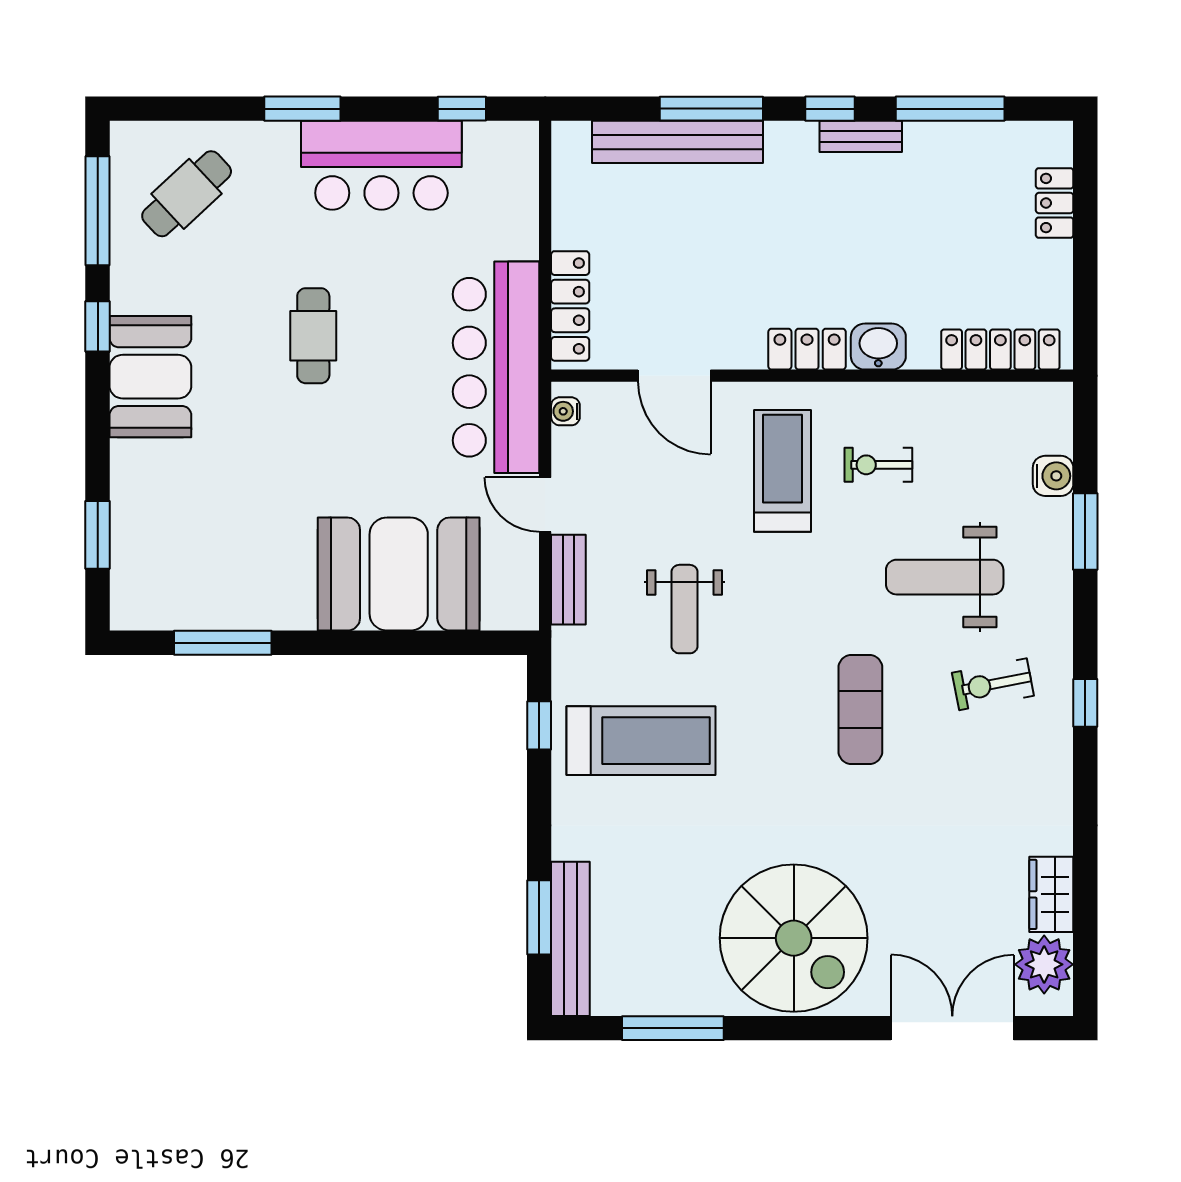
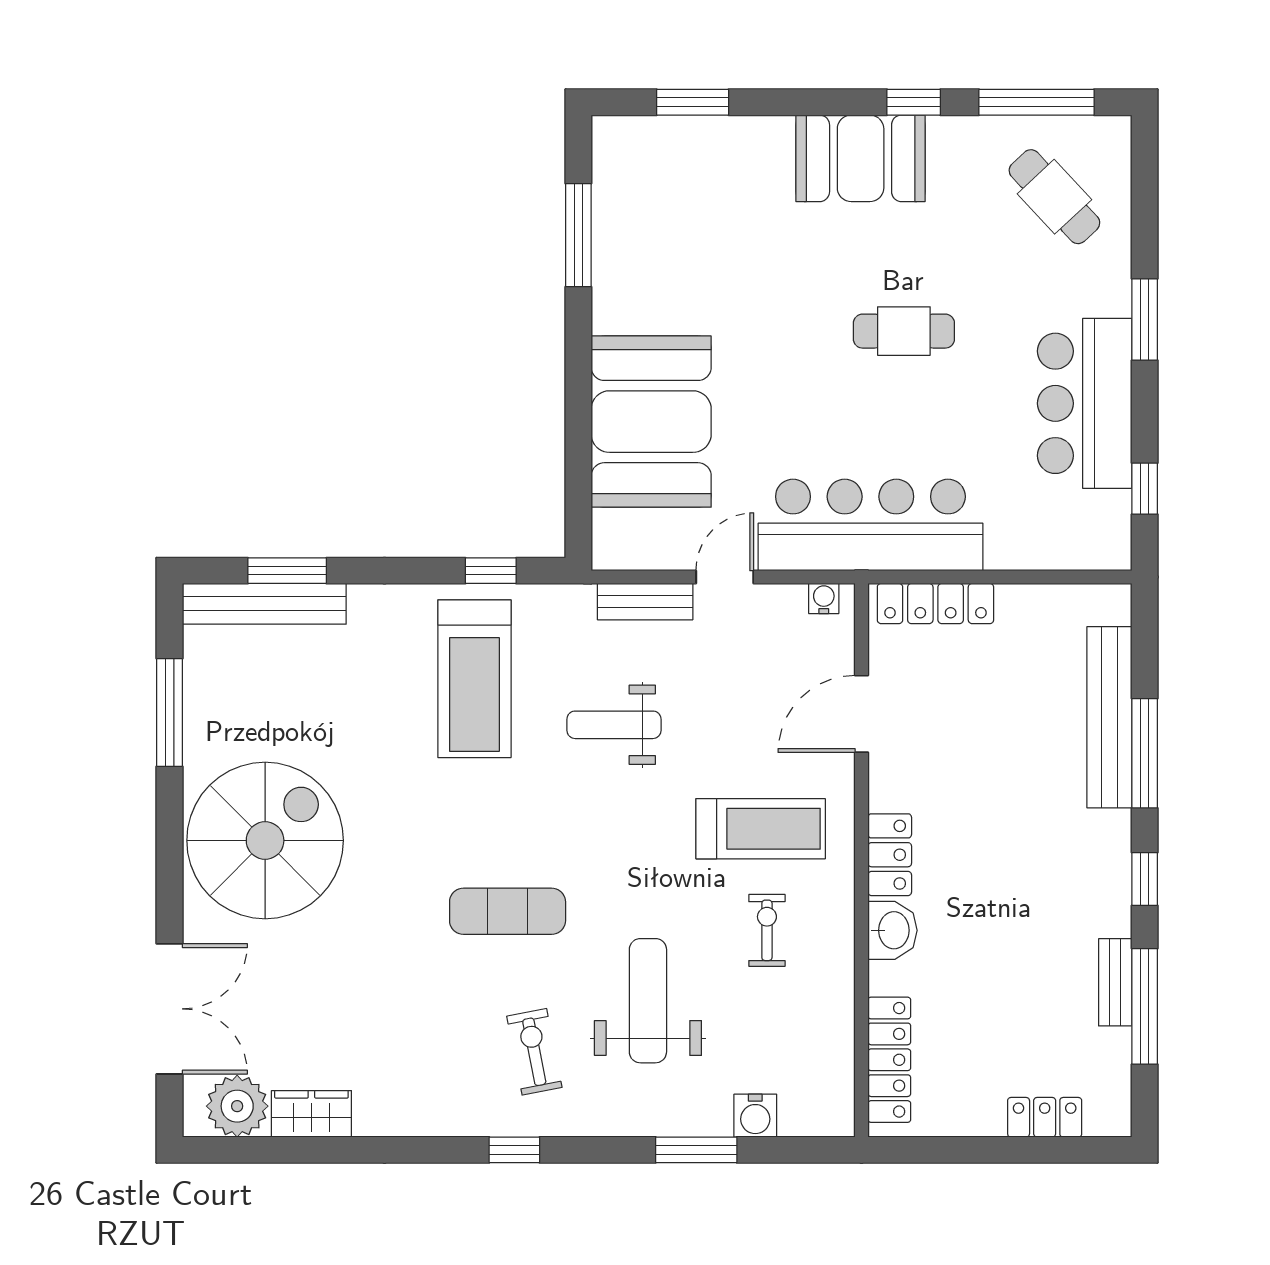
bench: (861, 136) -> (1115, 982), moved
spiral stairs: (794, 938) -> (265, 840), turned 180

